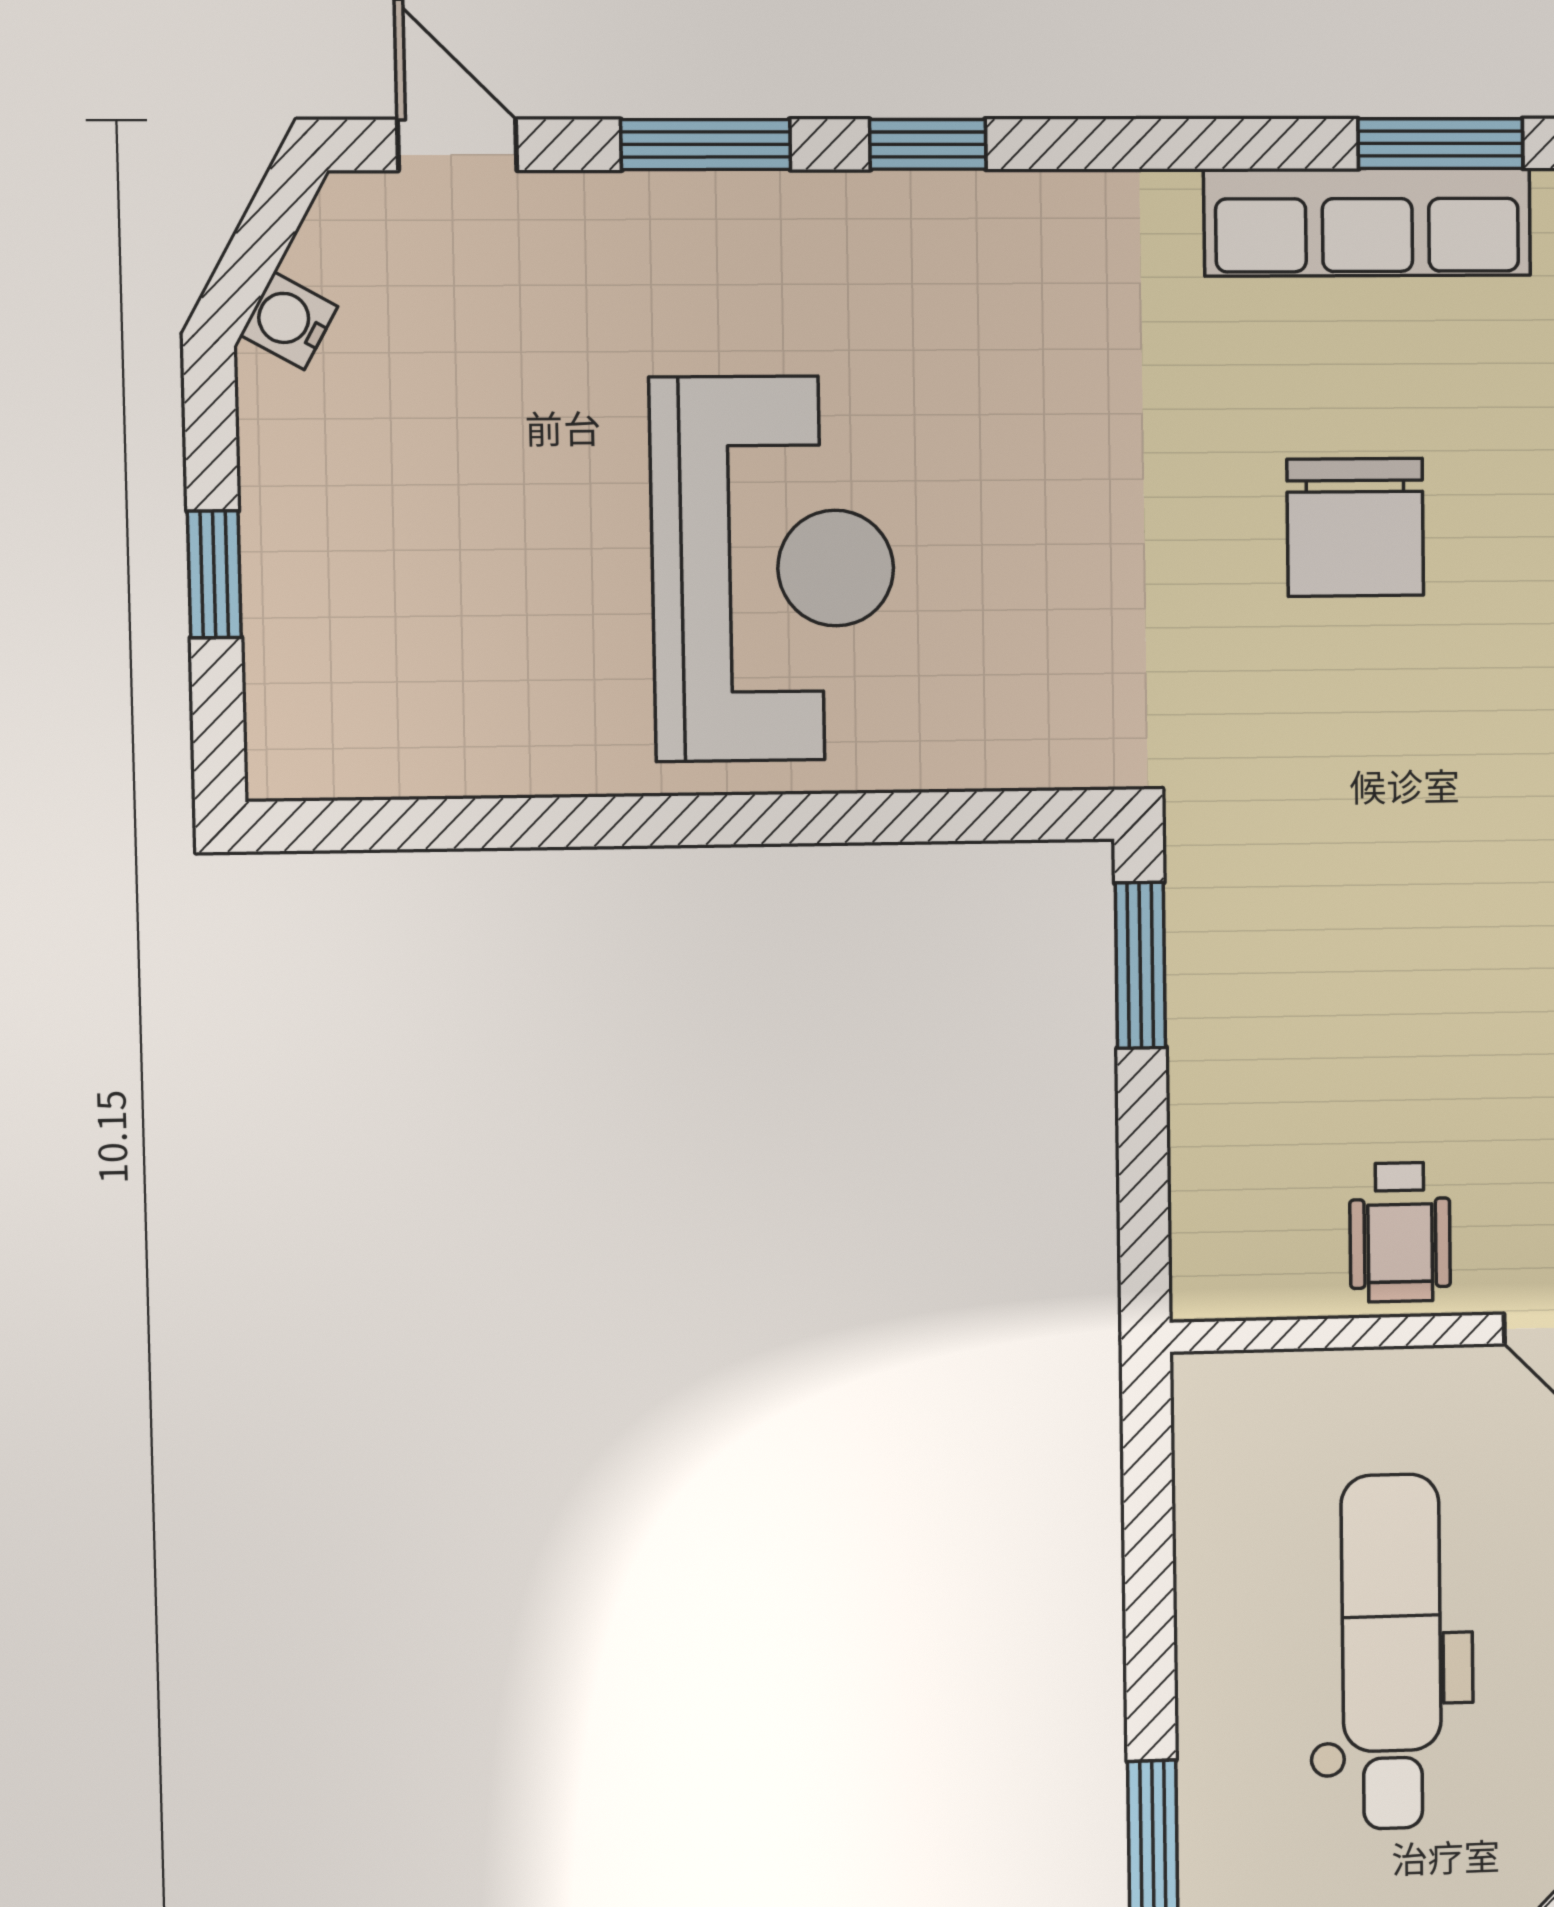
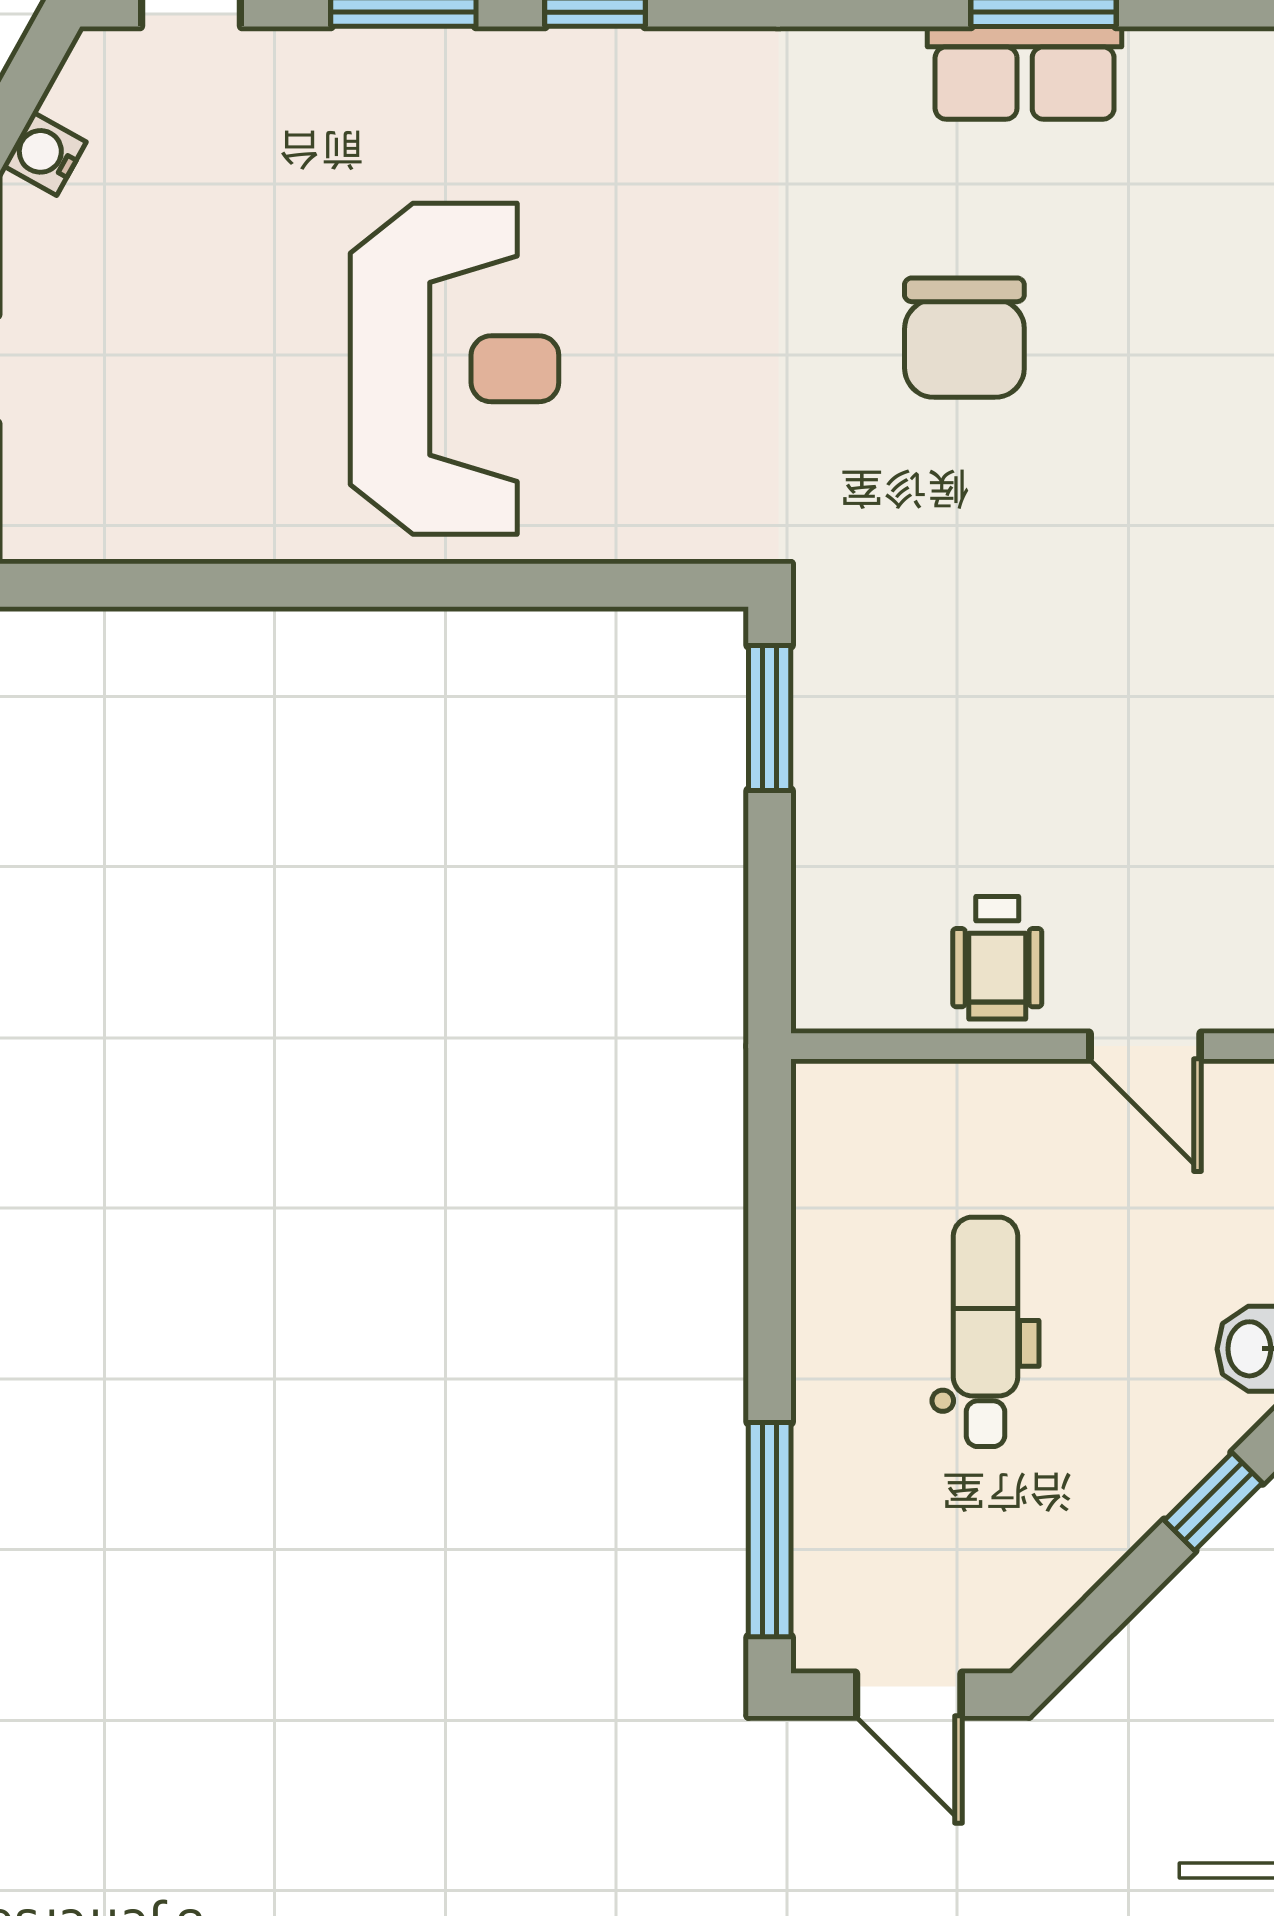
row of seats: (1367, 222) -> (1025, 73), width x0.68
dental chair: (1392, 1652) -> (985, 1332), width x0.73, depth x0.72

